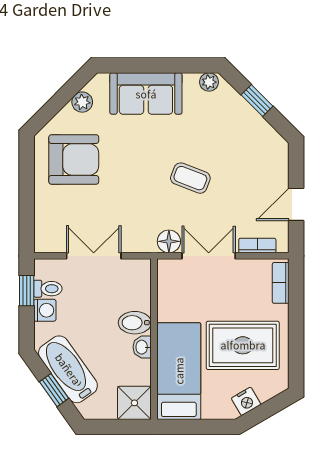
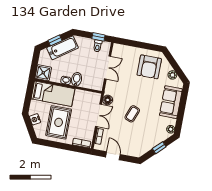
washing machine: (45, 310) -> (89, 43), removed

